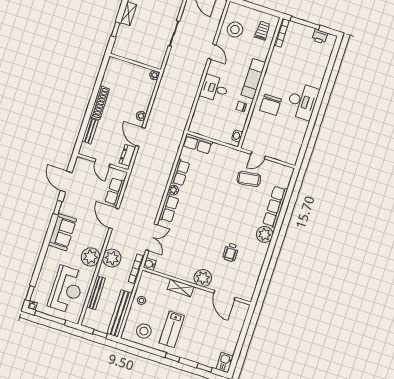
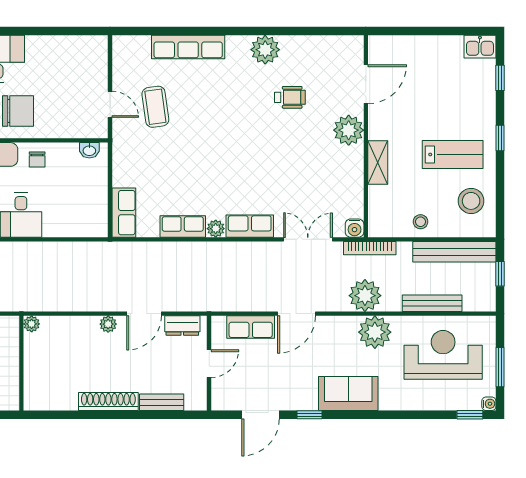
plant: (265, 234) -> (265, 50), moved
window: (50, 318) -> (500, 367), width x0.69

